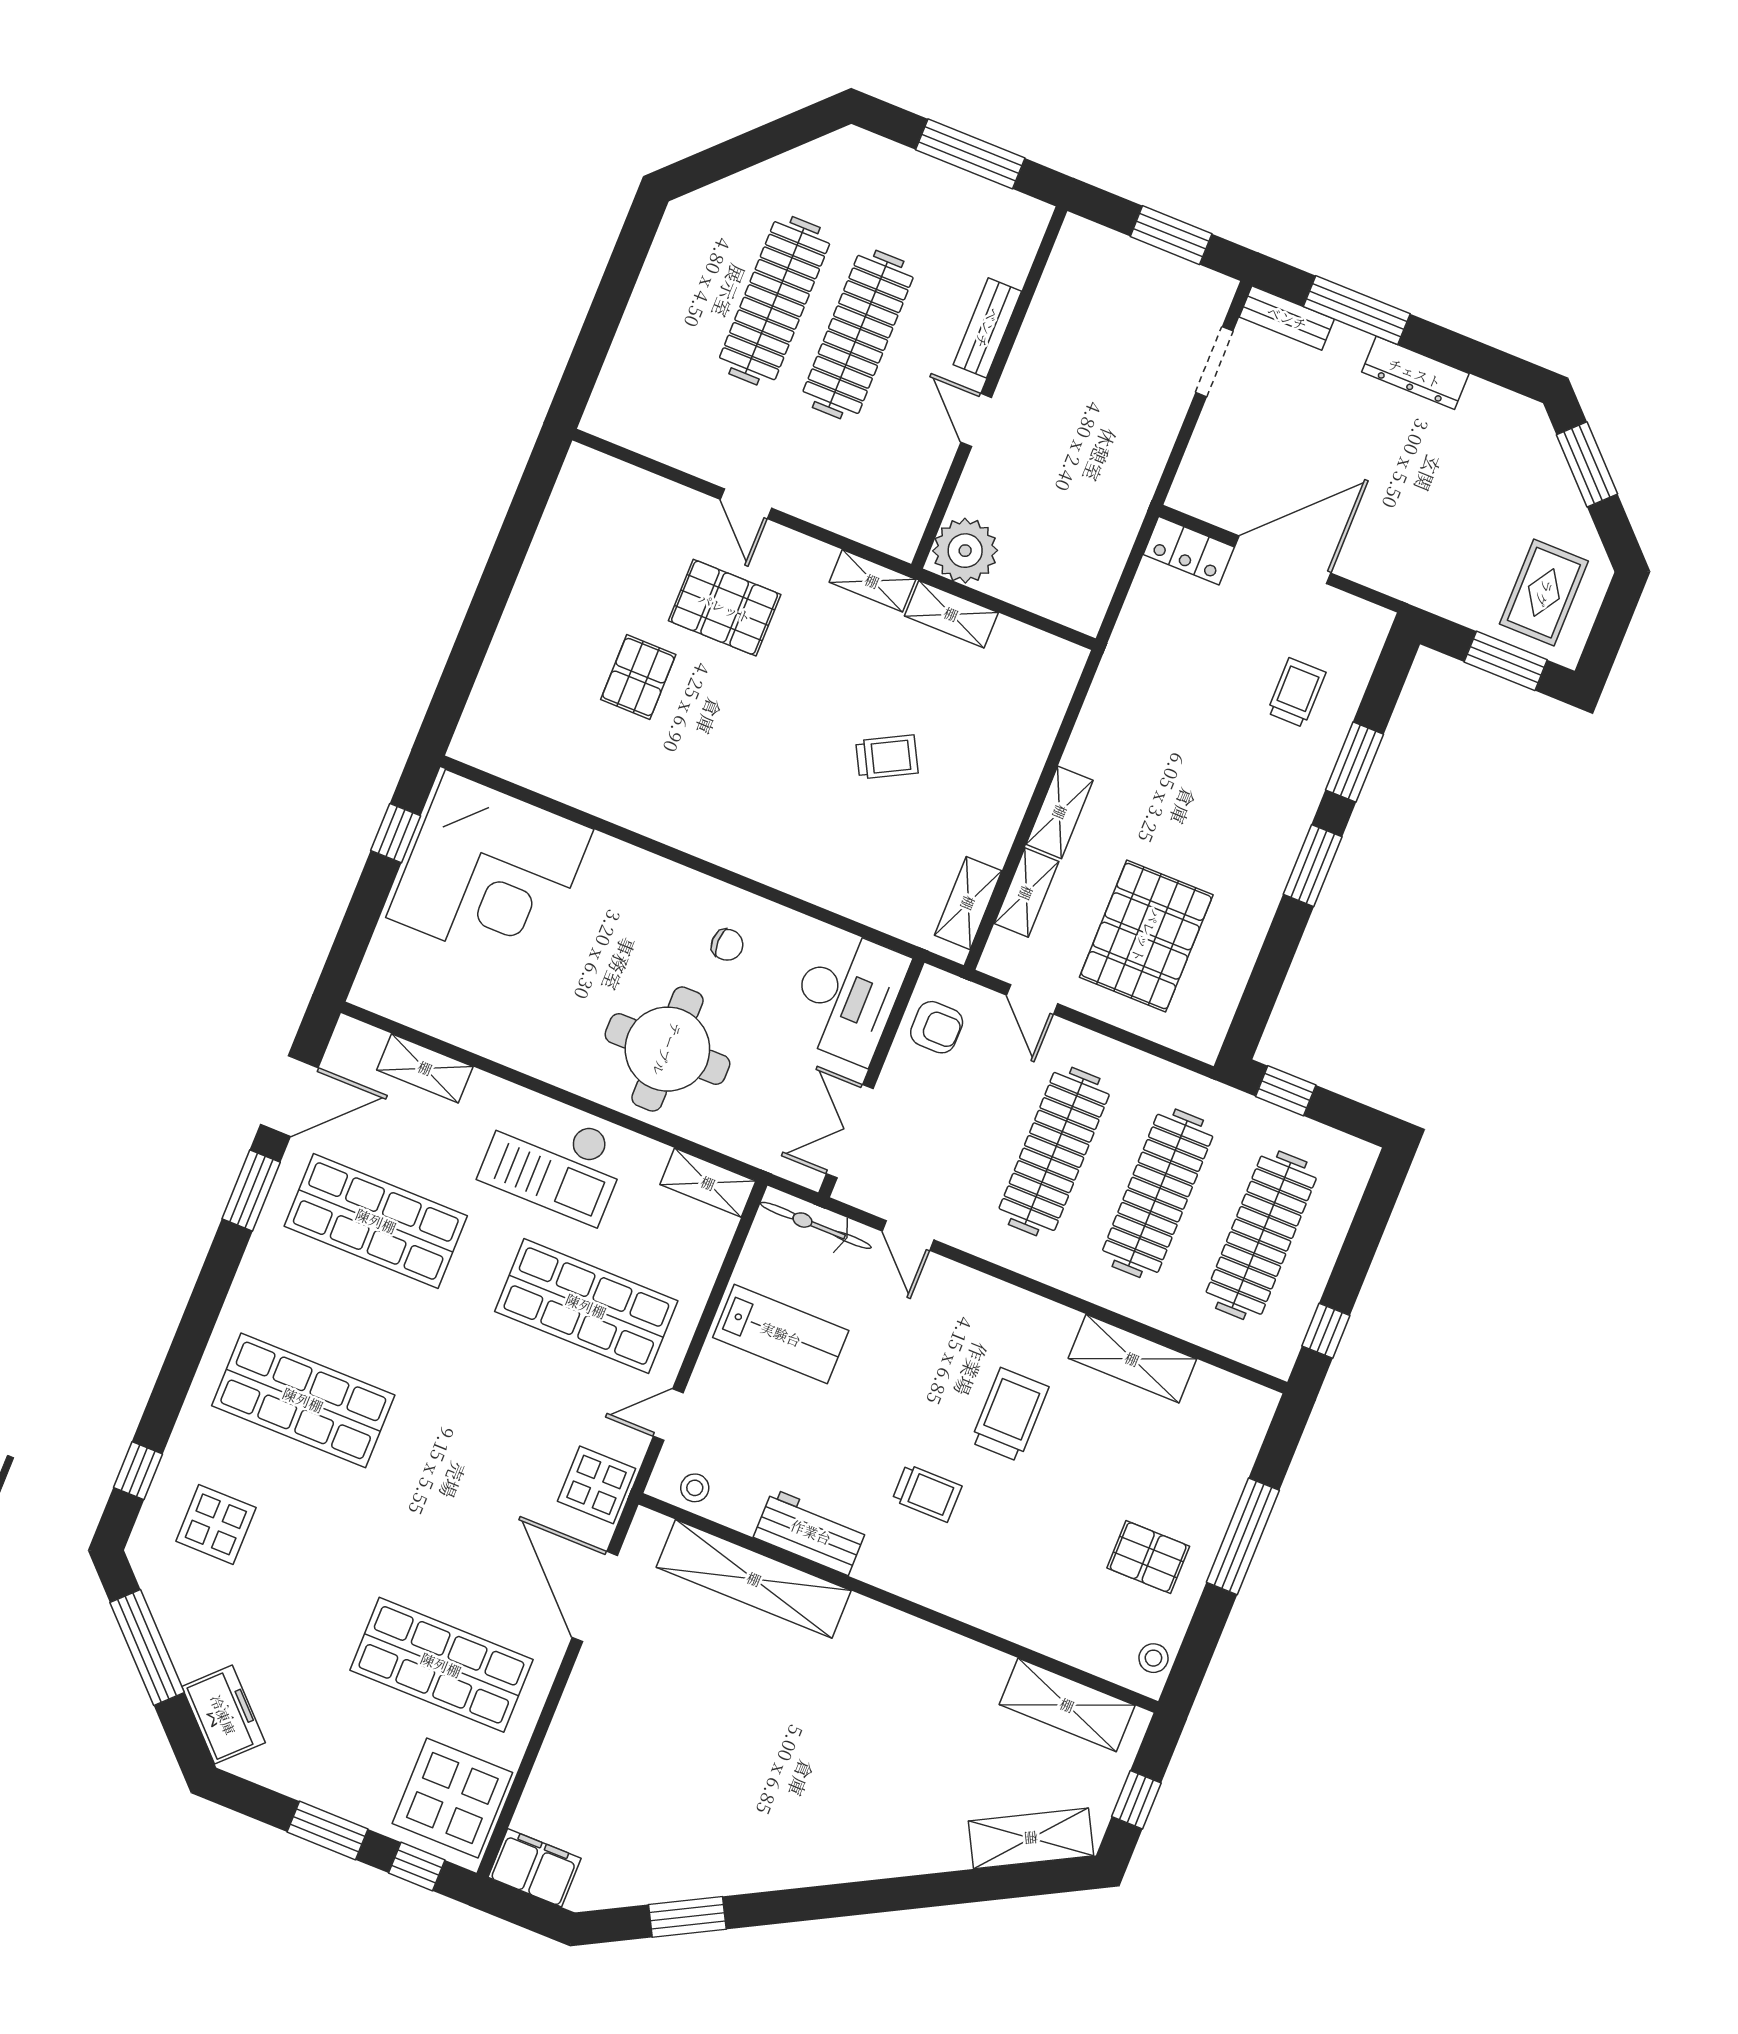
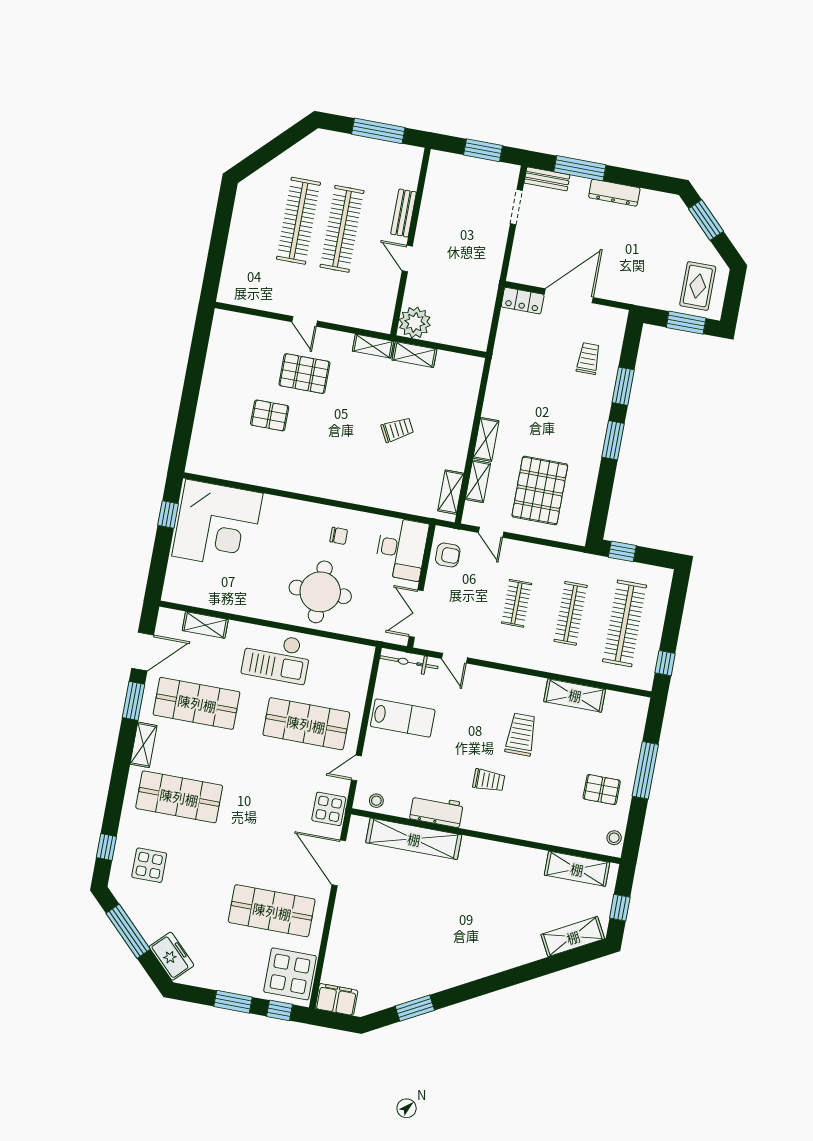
pallet: (638, 677) -> (270, 415), turned 90
clothes rail: (1054, 1151) -> (517, 603), width x0.54, depth x0.76
shelving: (708, 1183) -> (144, 745), moved, turned 90
clothes rail: (1158, 1193) -> (571, 613), width x0.73, depth x0.76

